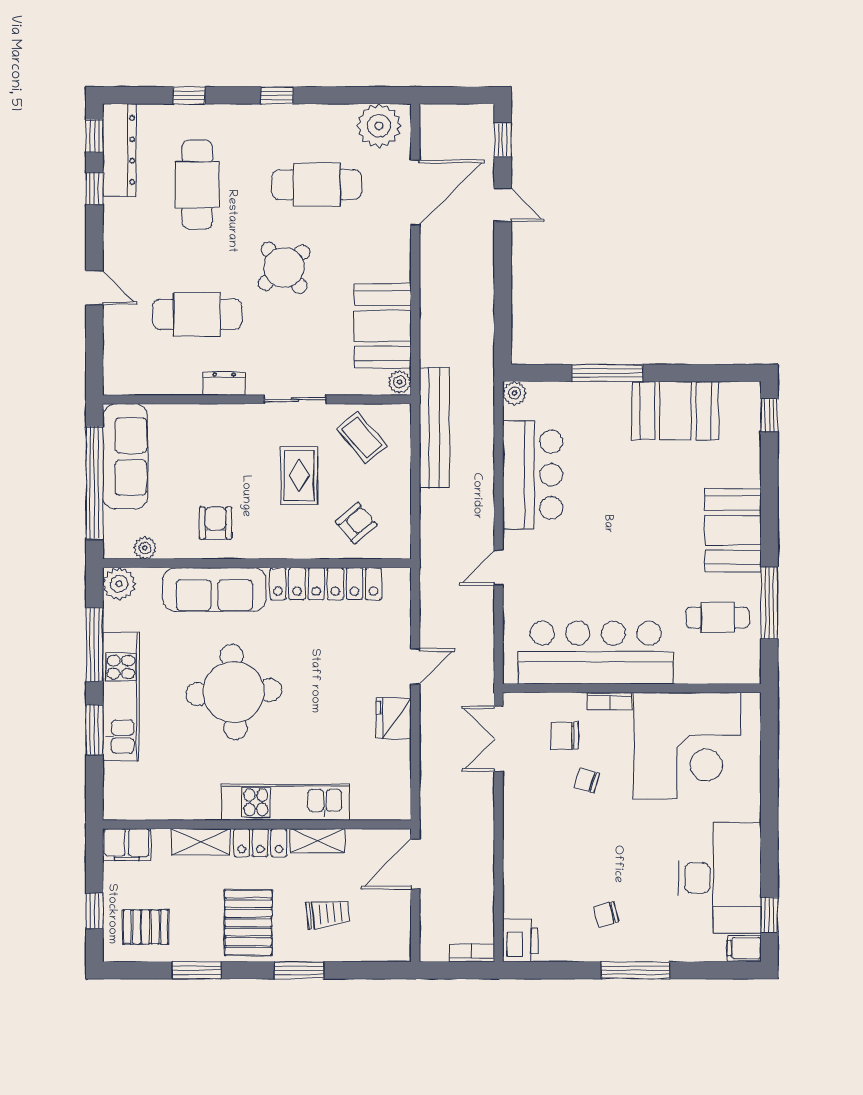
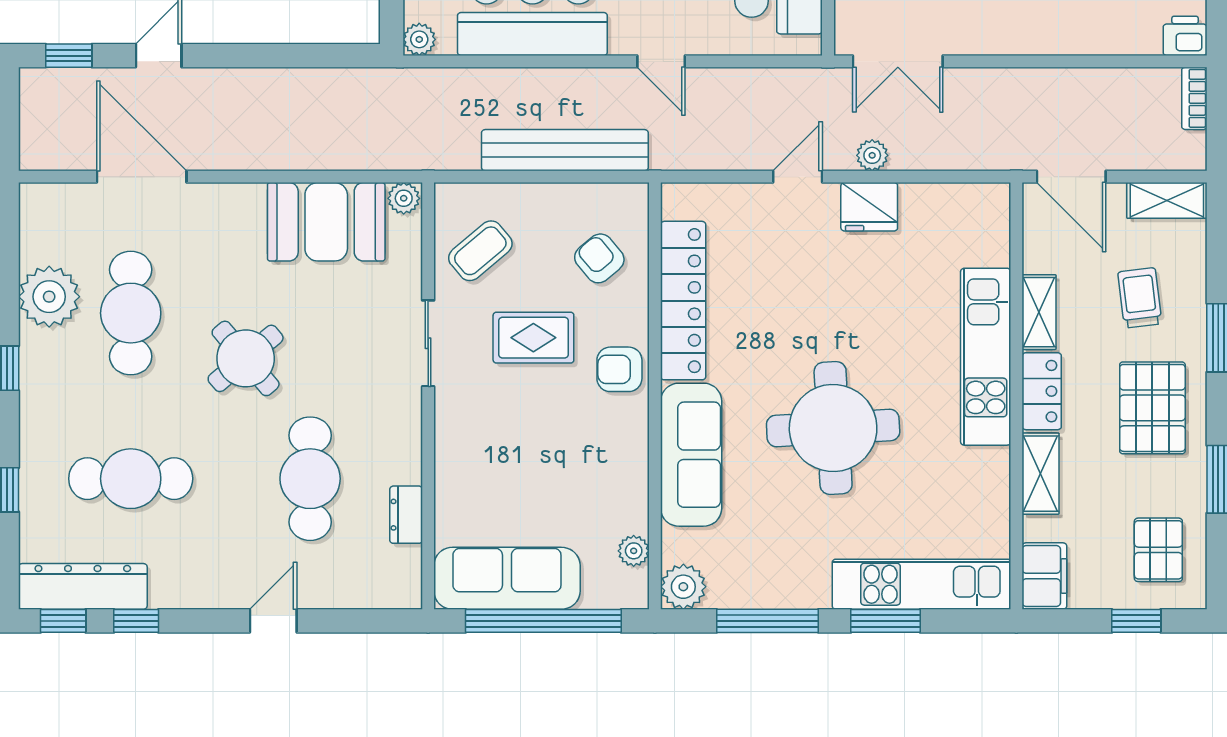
plant: (379, 126) -> (49, 297), moved
dresser: (224, 384) -> (406, 515), moved
bench: (434, 428) -> (565, 150), moved
armchair: (216, 523) -> (619, 369), moved
door: (415, 666) -> (798, 177), hinge flipped
kitchen unit: (121, 697) -> (922, 584), moved
plant: (431, 720) -> (872, 155), added
pallet: (248, 923) -> (1152, 408), turned 90
shelving: (398, 933) -> (1167, 200), added
printer: (520, 941) -> (1185, 36), width x0.73, depth x0.81

